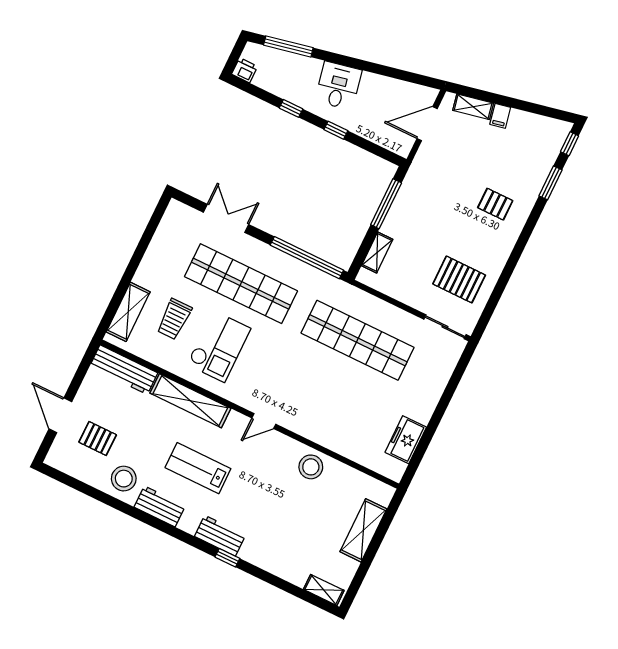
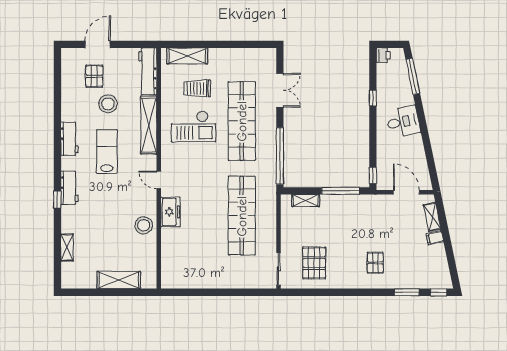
window: (336, 130) -> (373, 175), moved
freezer: (406, 440) -> (171, 212), moved, turned 90
stool: (124, 479) -> (108, 104), moved
shelving: (324, 590) -> (67, 247), moved

